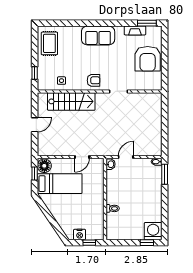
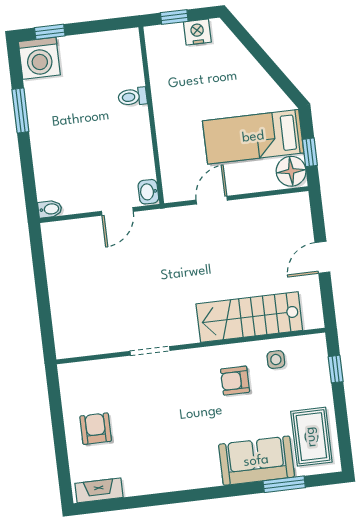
window: (147, 23) -> (284, 484), moved
fireplace: (135, 30) -> (99, 490), moved
sofa: (98, 35) -> (256, 461), moved
armchair: (148, 59) -> (96, 429), width x0.53, depth x0.53
armchair: (94, 80) -> (235, 381), moved
window: (165, 174) -> (20, 110), moved

